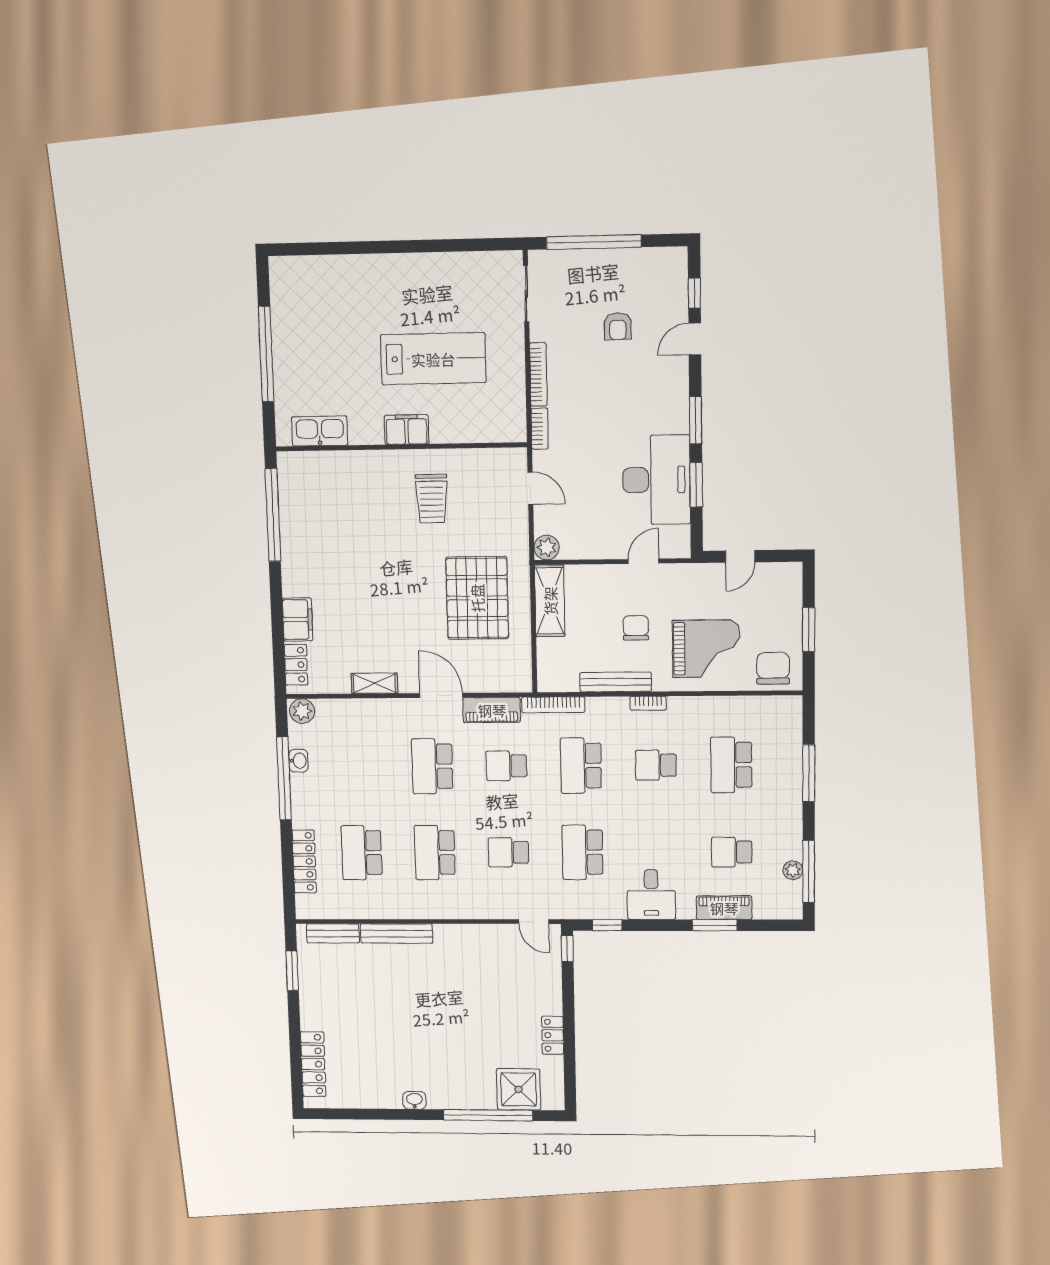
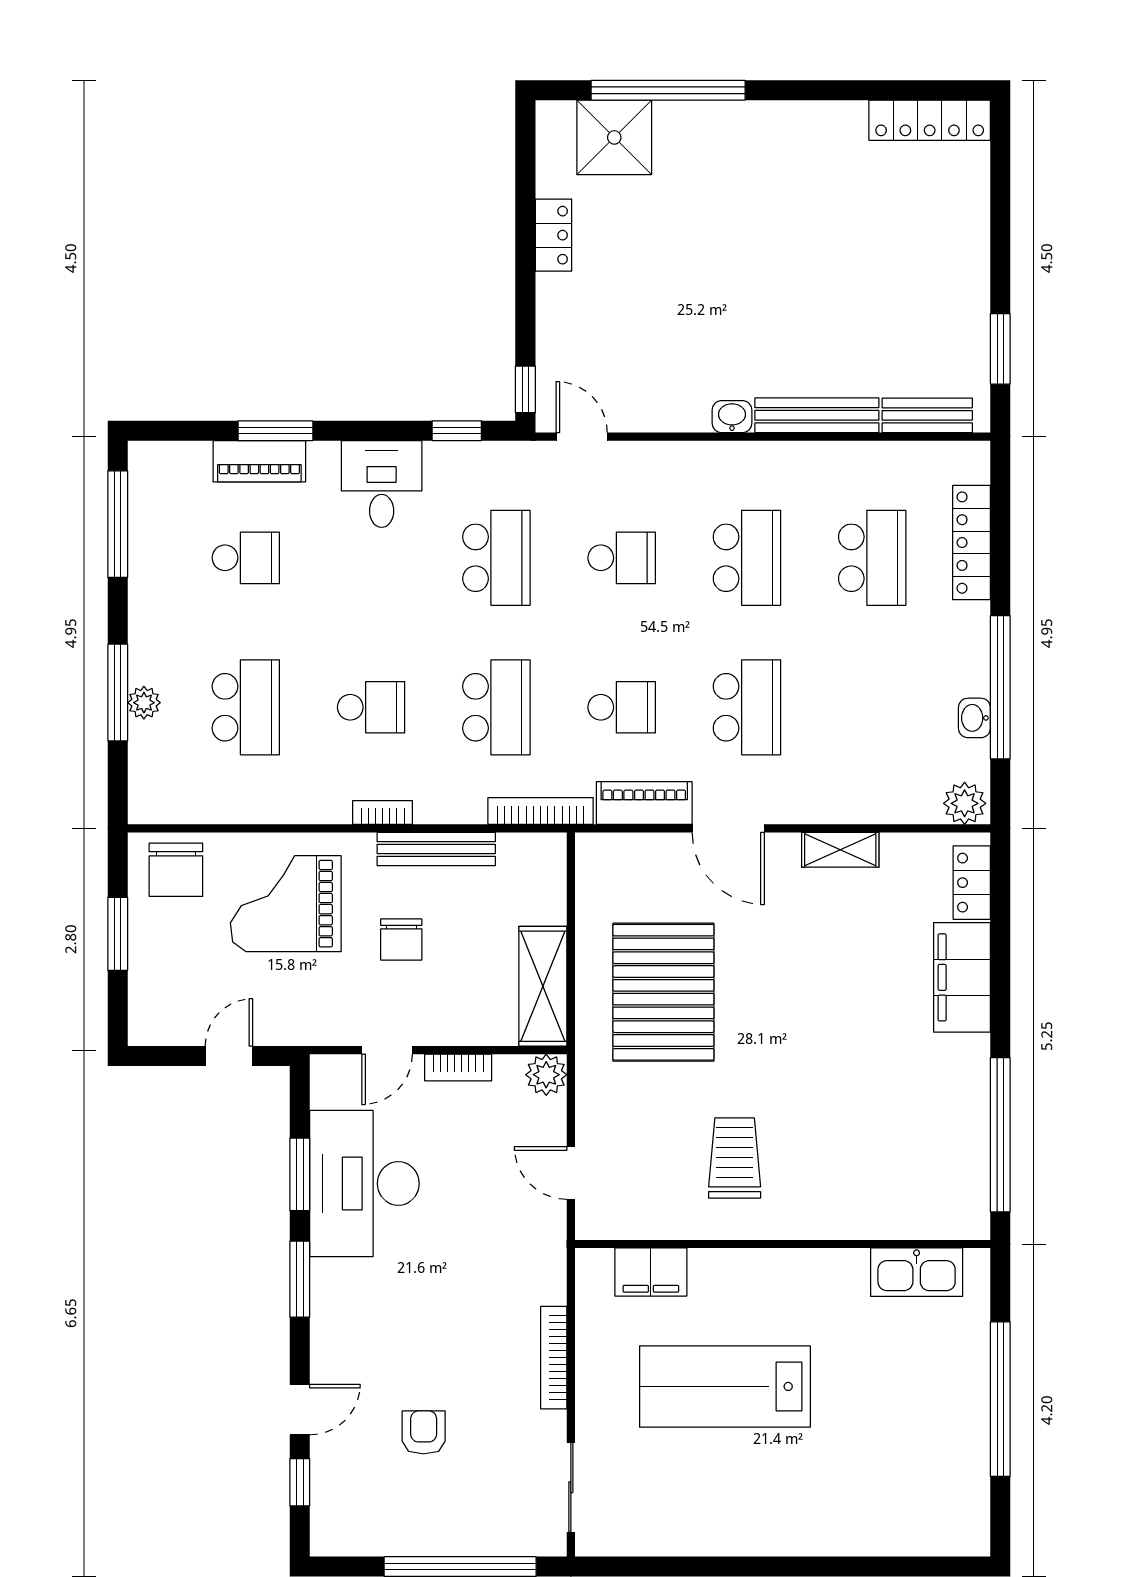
bookcase: (540, 429) -> (458, 1067), moved, turned -90
filing cabinet: (407, 430) -> (651, 1272), moved
filing cabinet: (298, 620) -> (962, 977), width x1.50, depth x1.17
plant: (793, 870) -> (144, 703), moved
locker: (313, 1064) -> (930, 120), moved, turned -90
washbasin: (414, 1100) -> (732, 417), moved, turned 180

